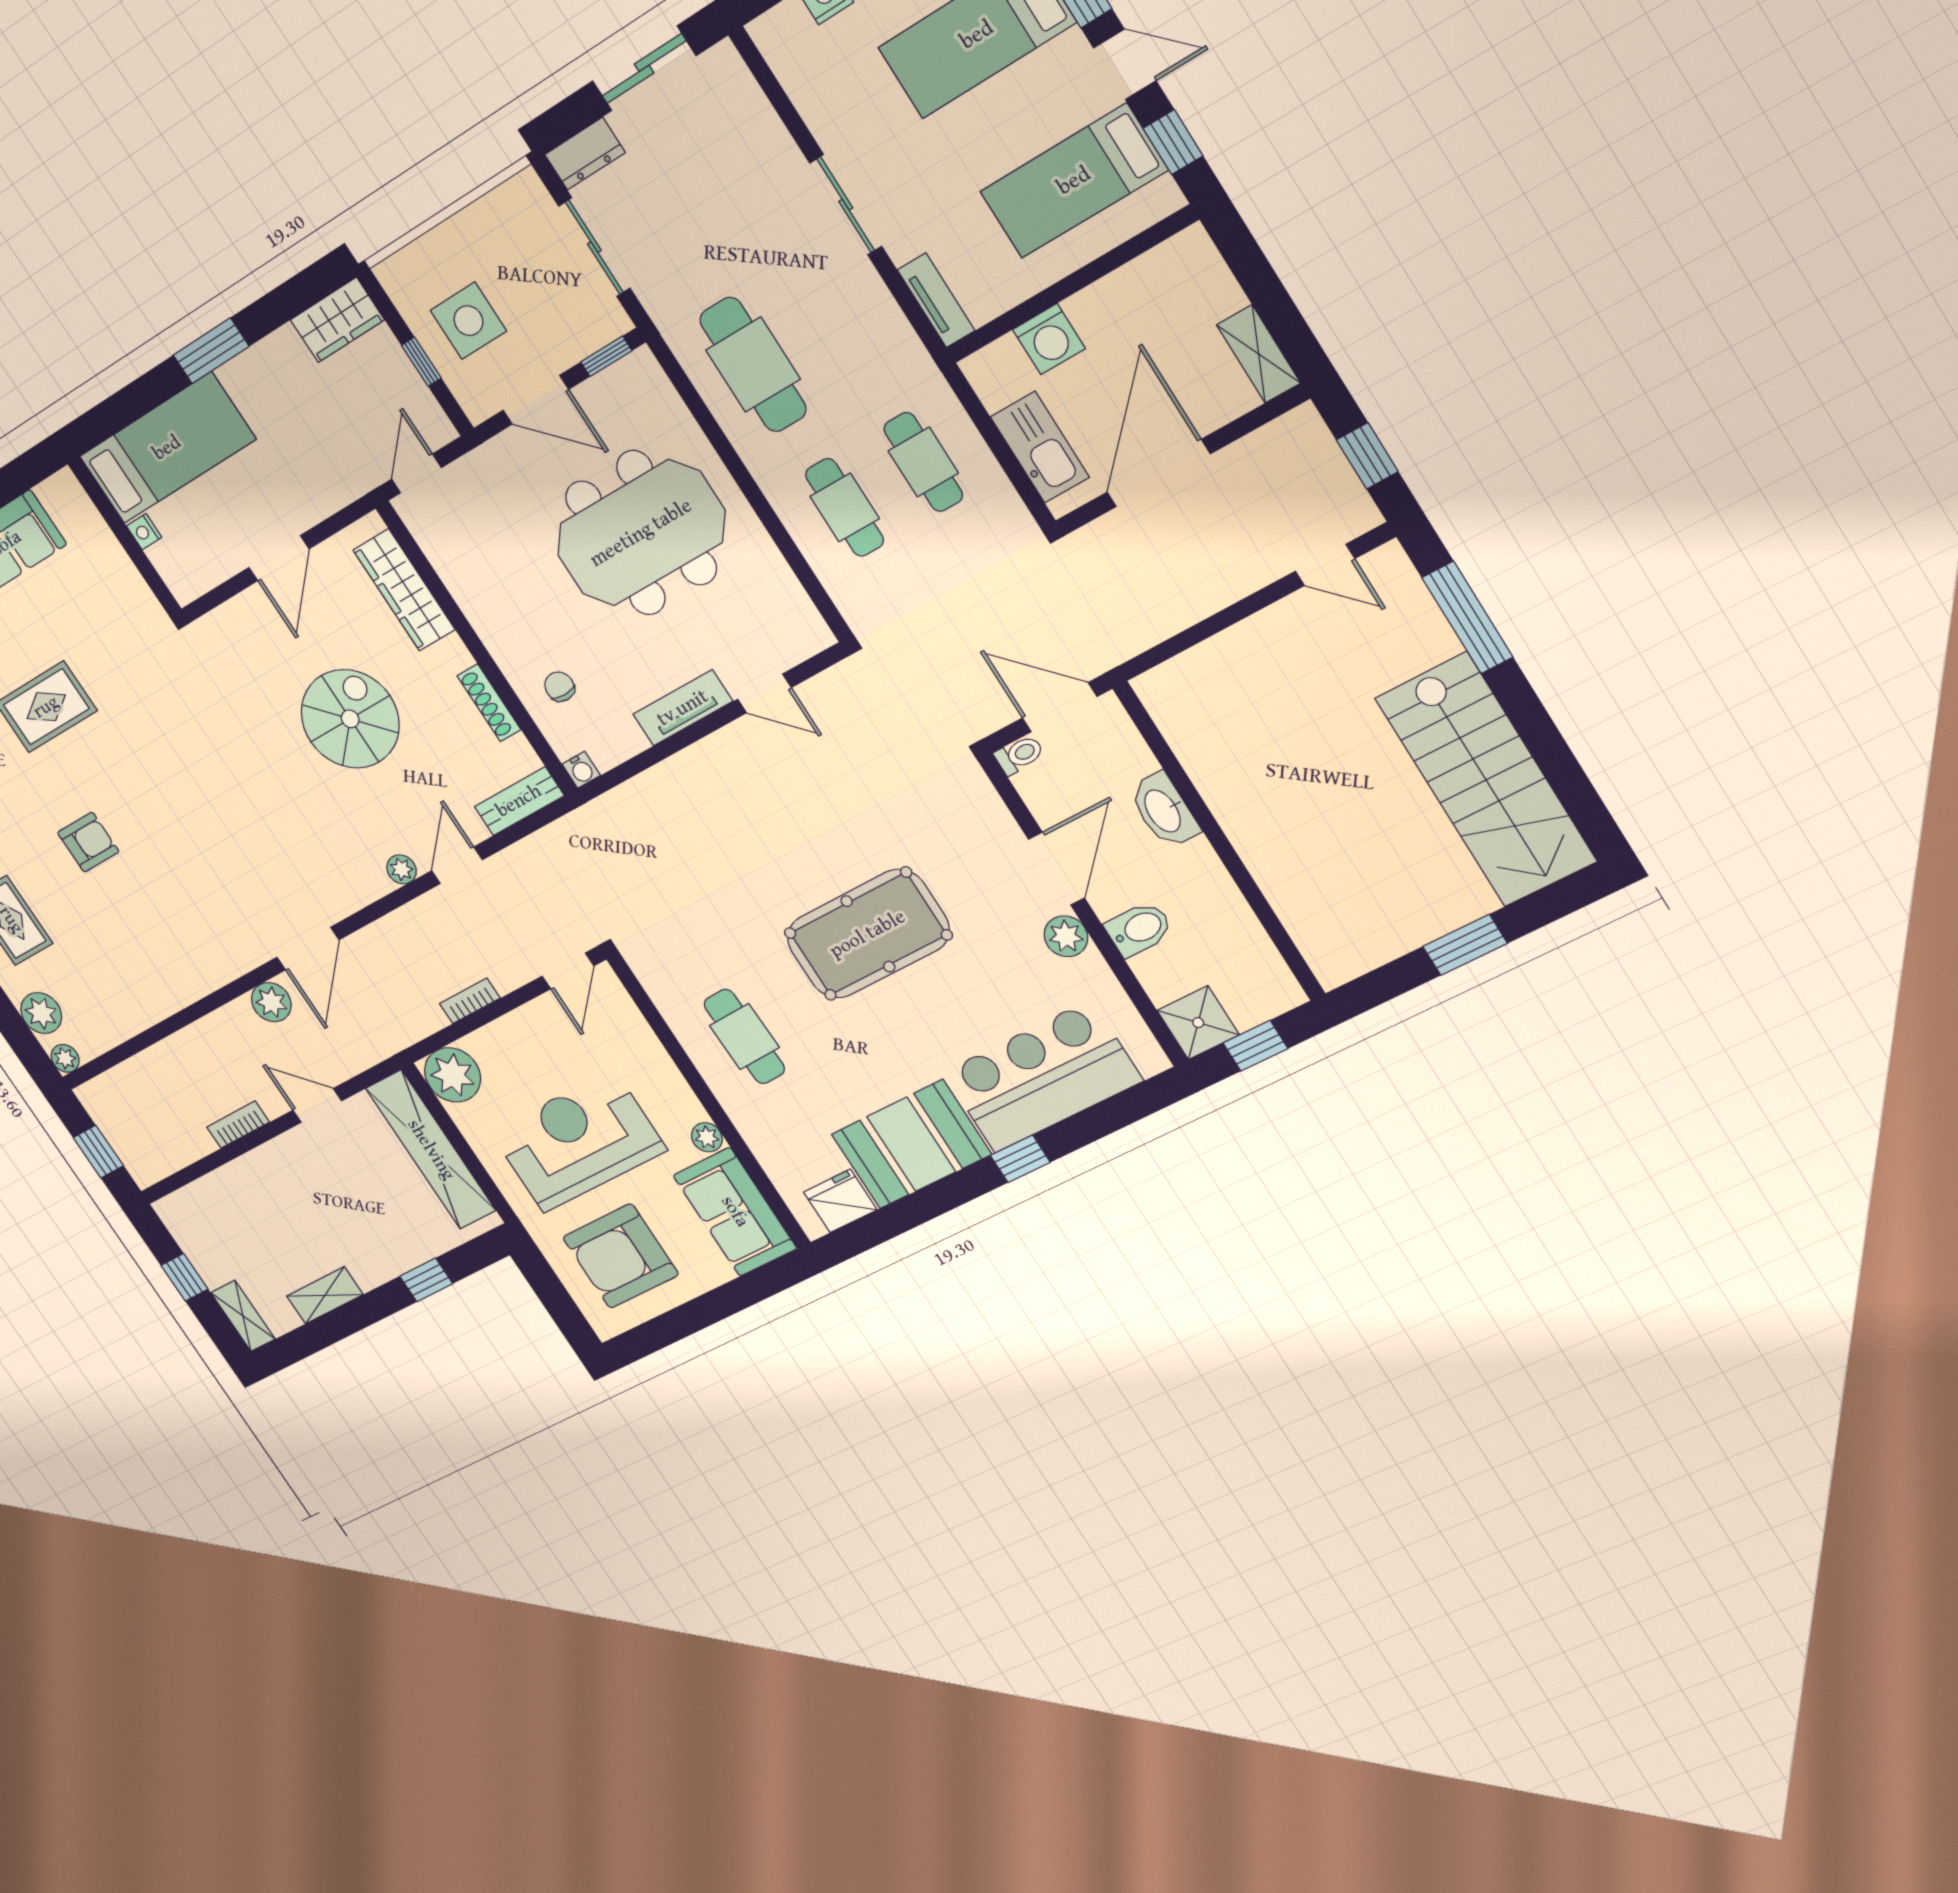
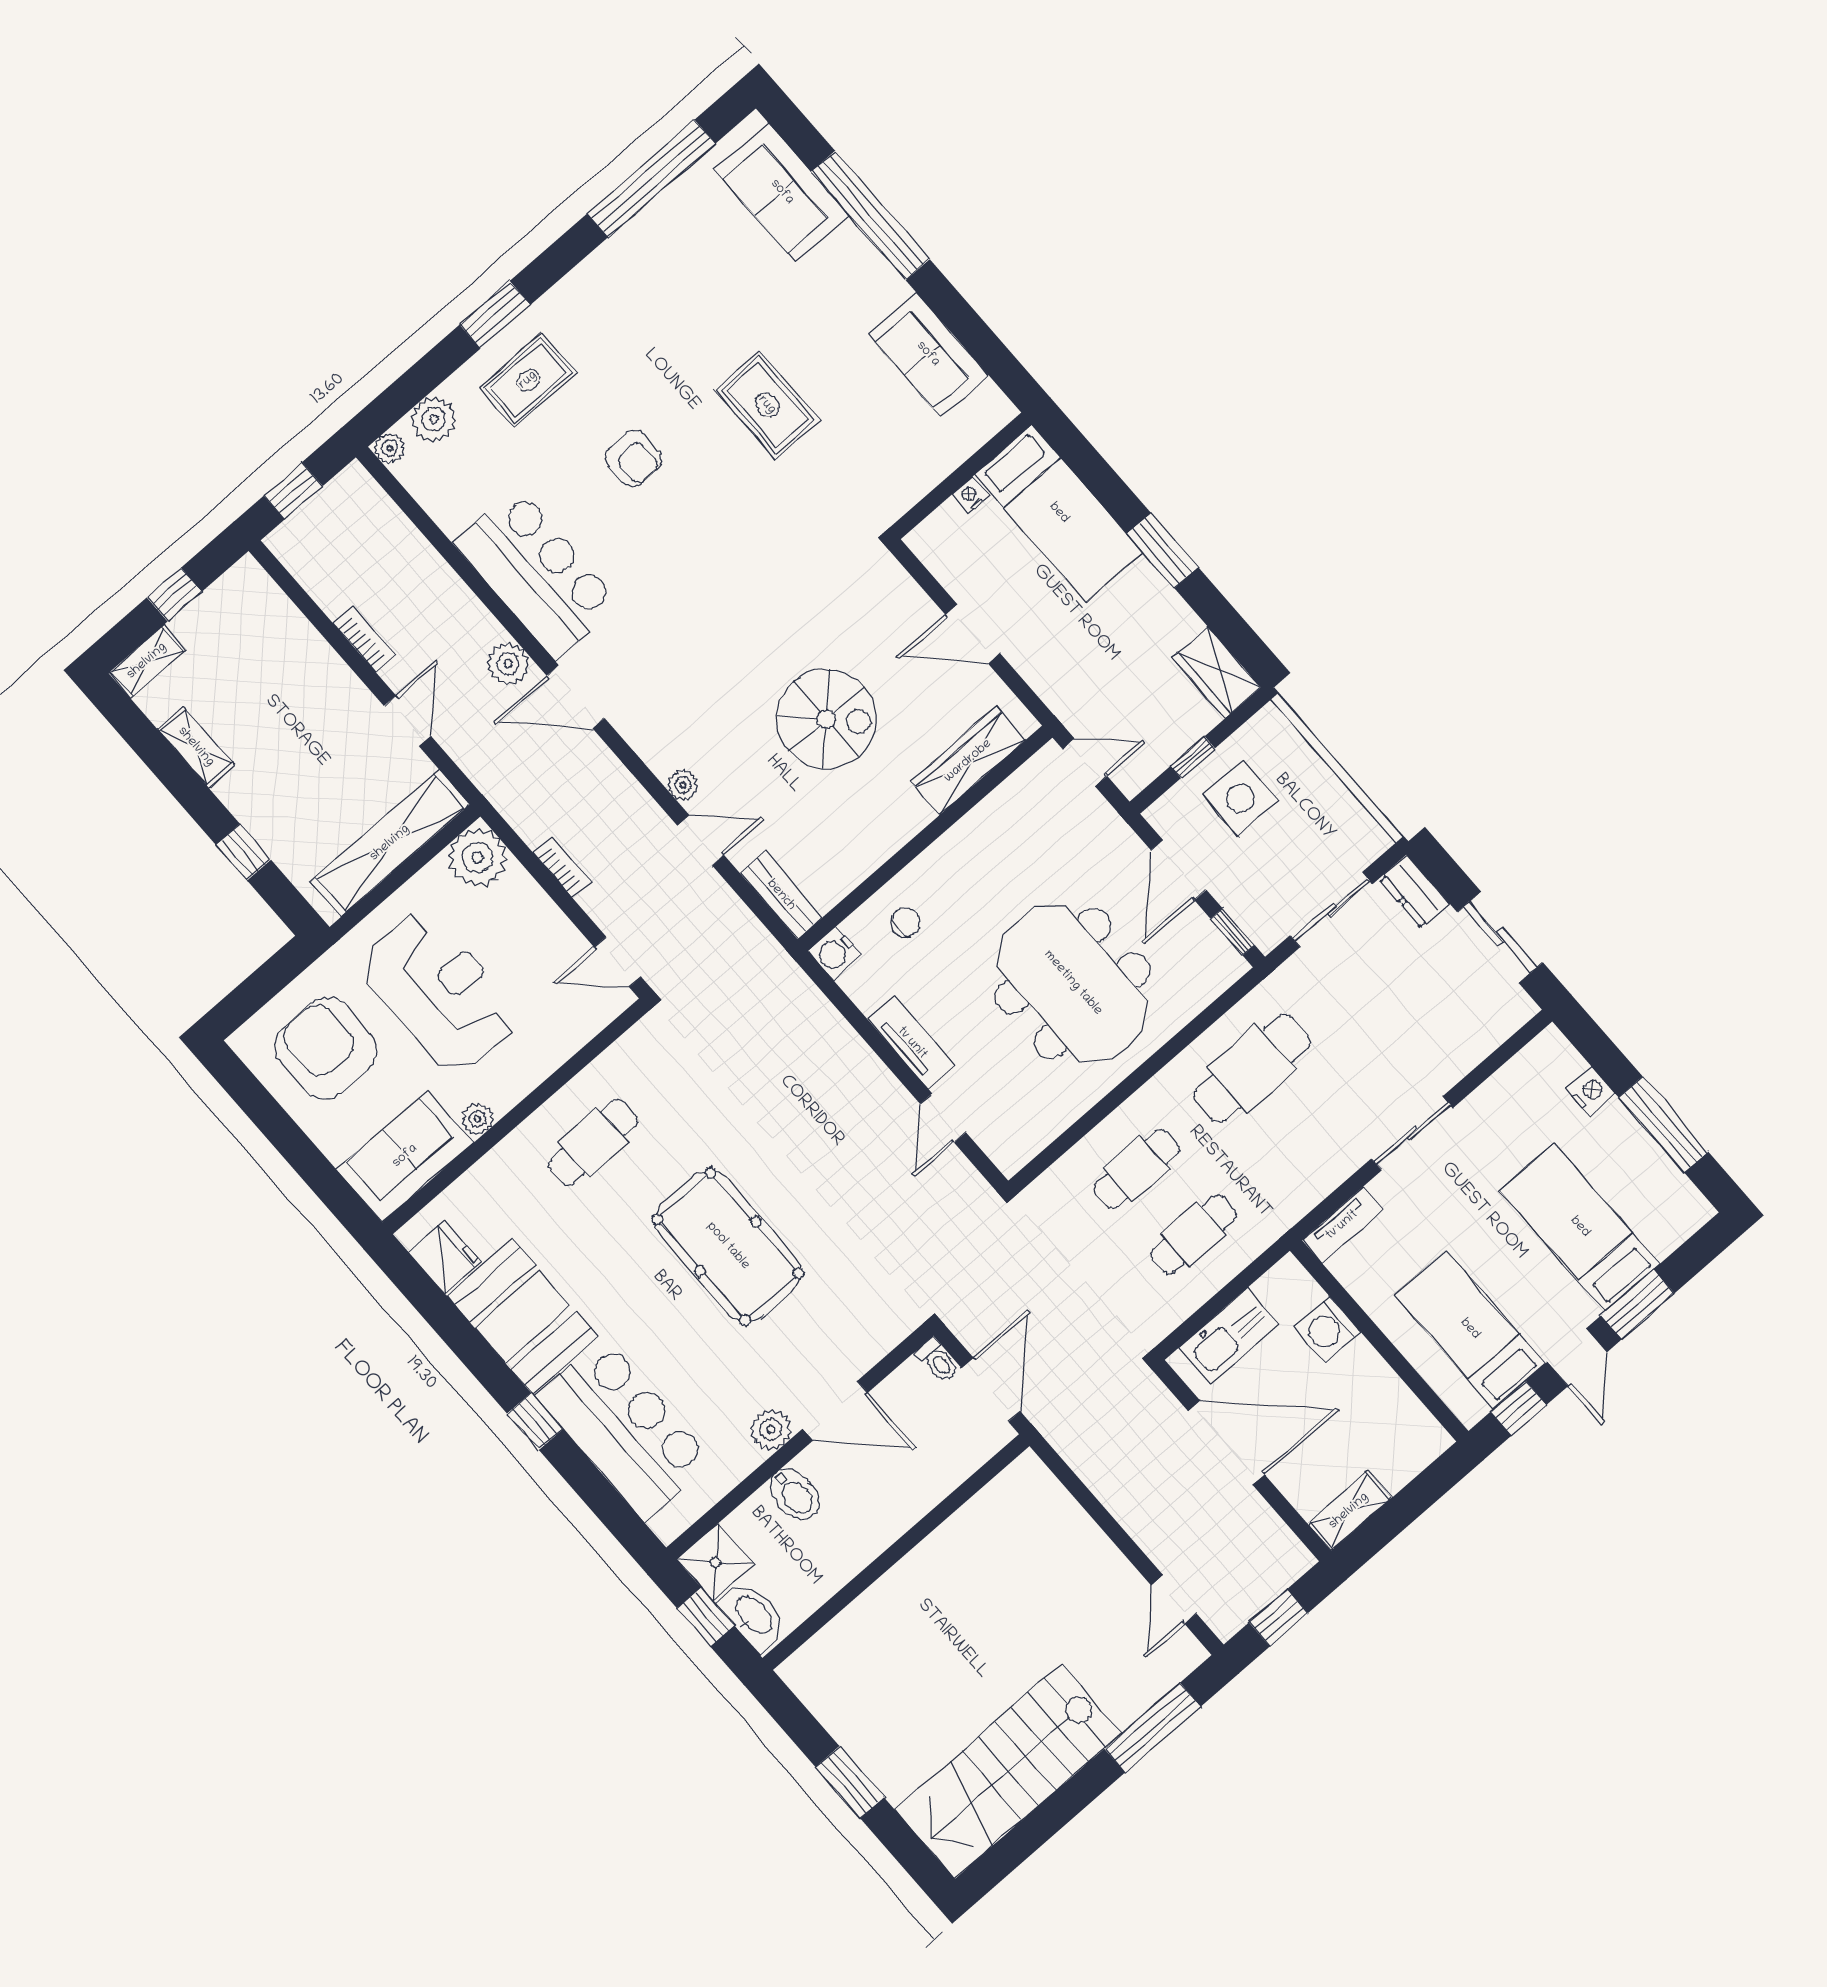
shoe rack: (489, 703) -> (874, 855), removed
water cooler: (581, 770) -> (835, 953), width x1.38, depth x1.38
washbasin: (1164, 810) -> (753, 1616), moved, turned 90
bar counter: (189, 956) -> (536, 573), added

